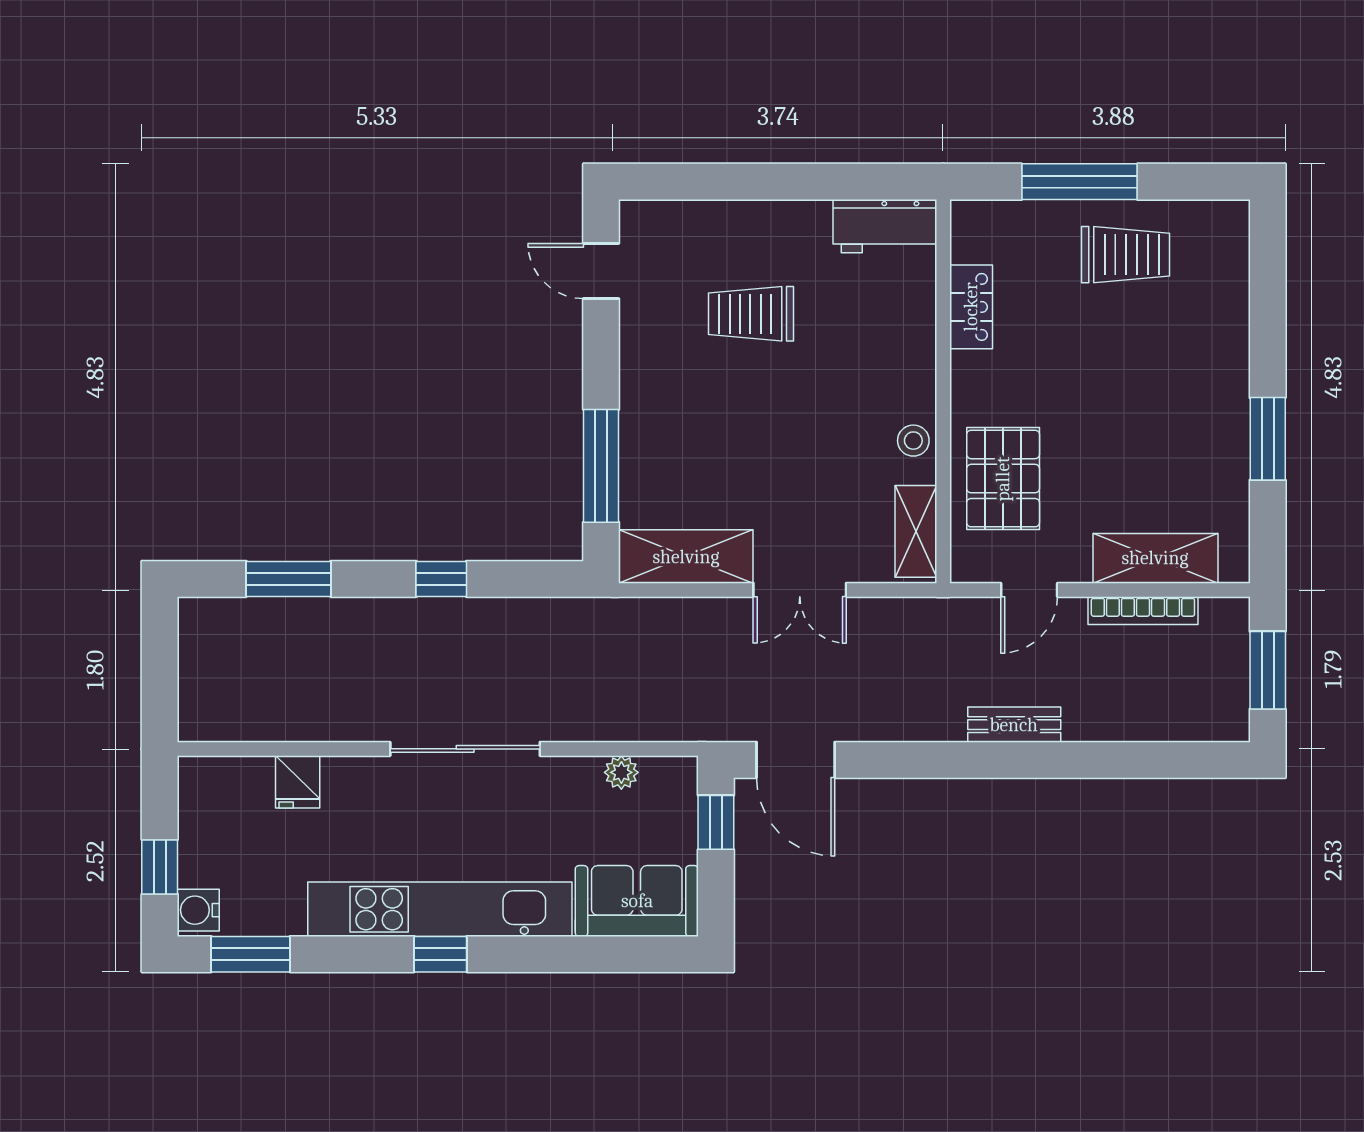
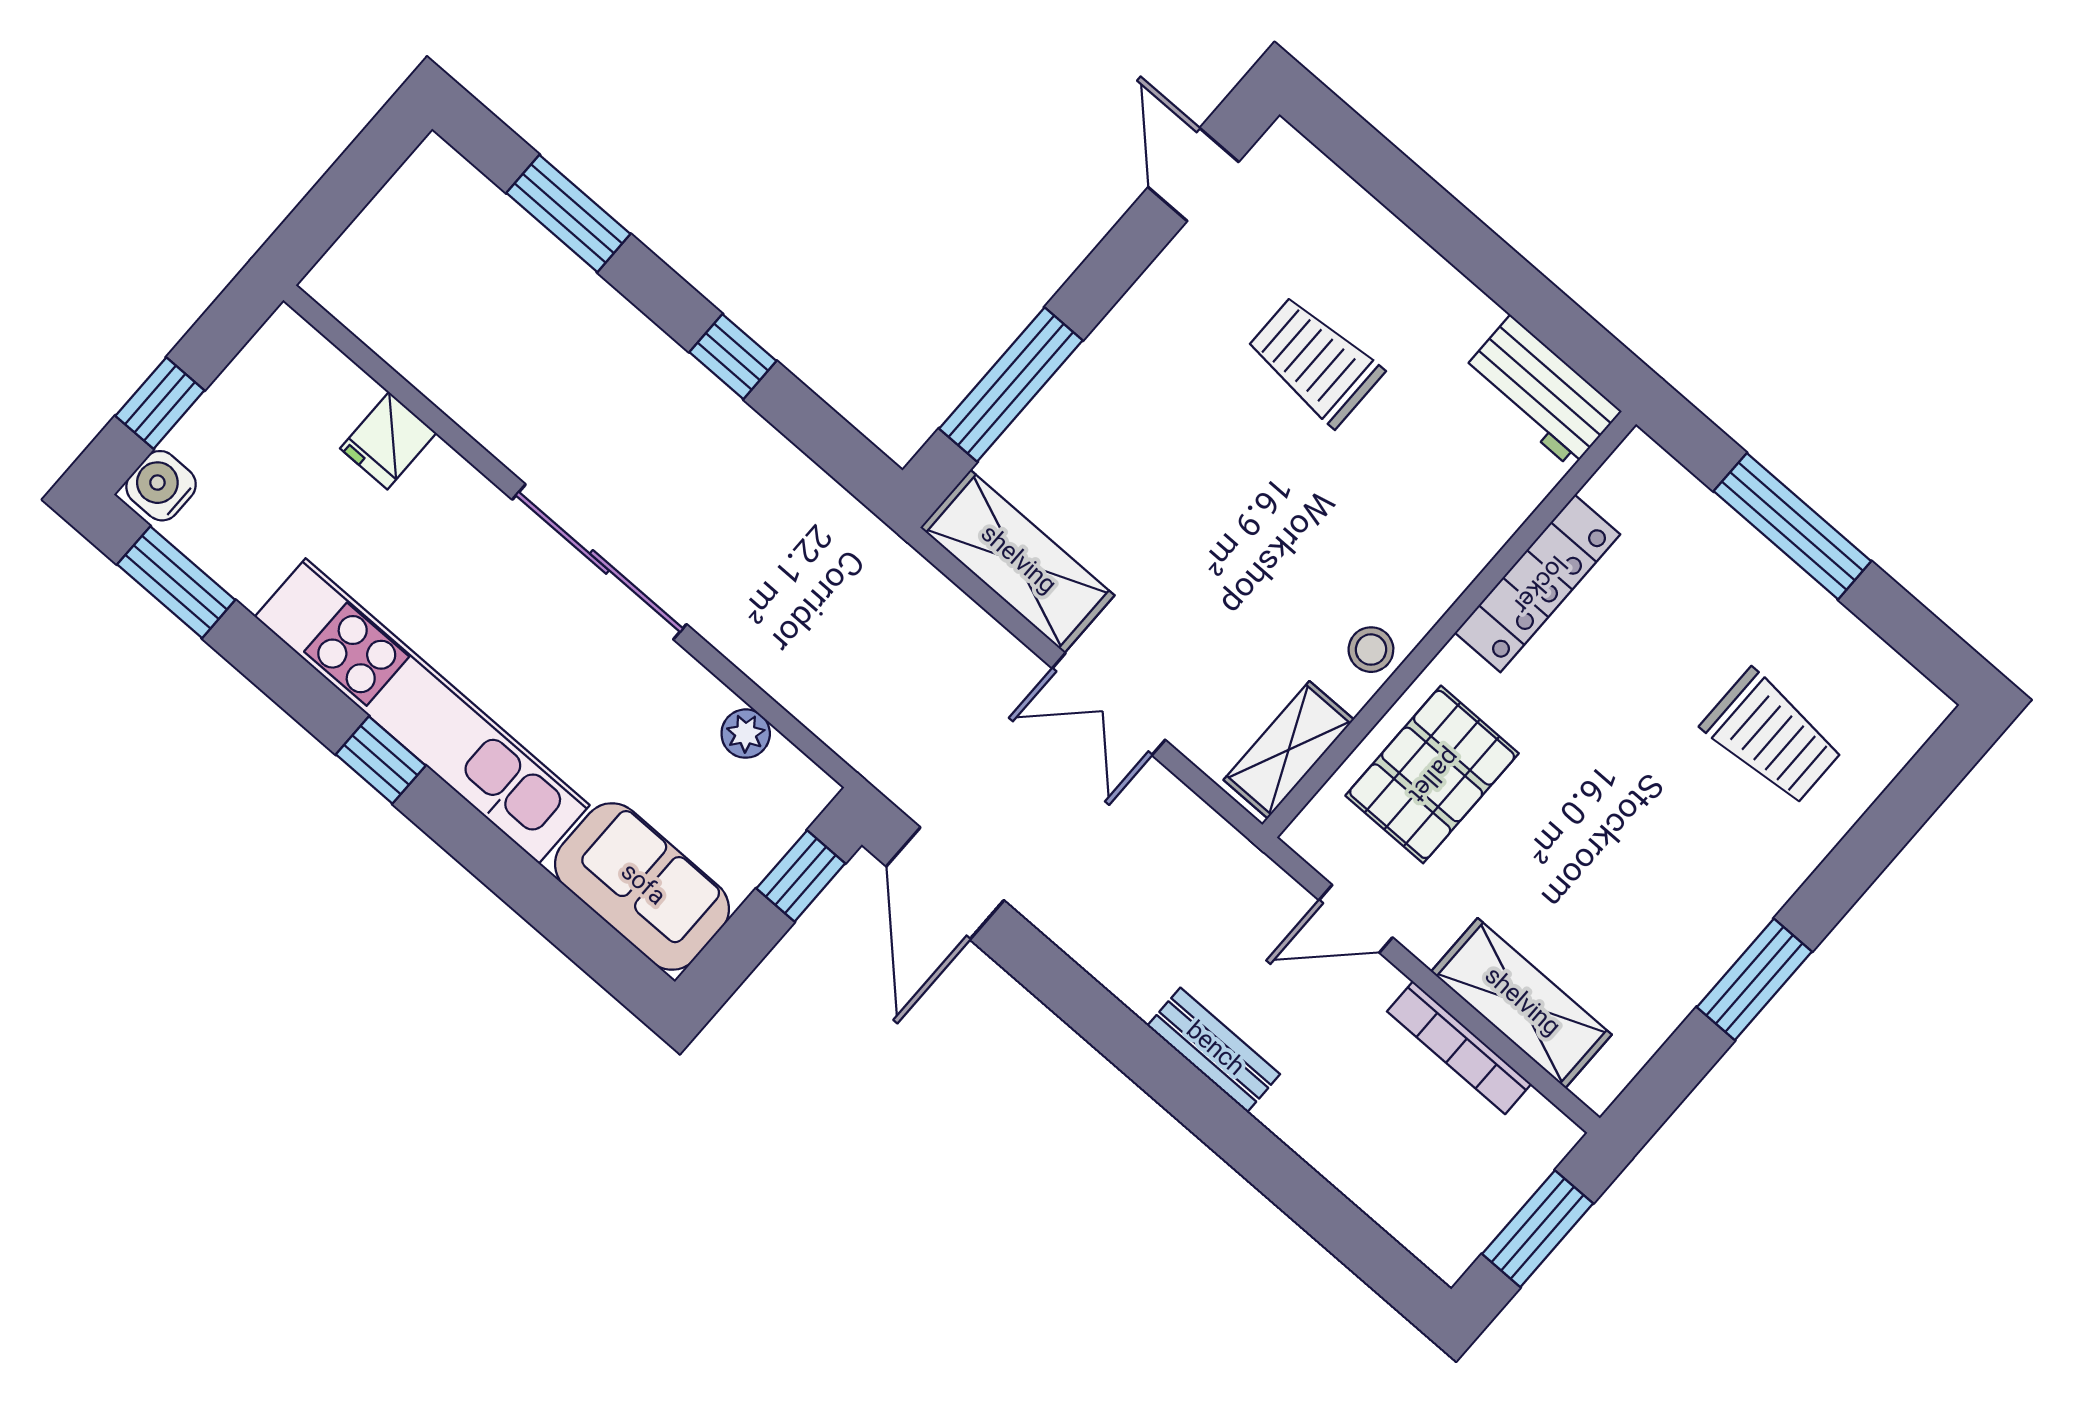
trolley: (1125, 255) -> (1772, 737), moved
locker: (971, 307) -> (1538, 583), width x1.53

